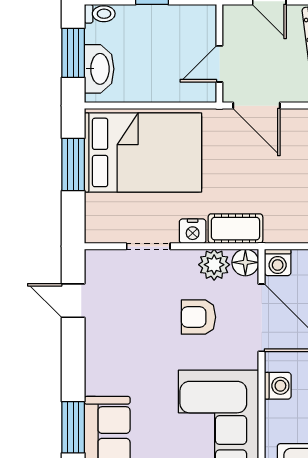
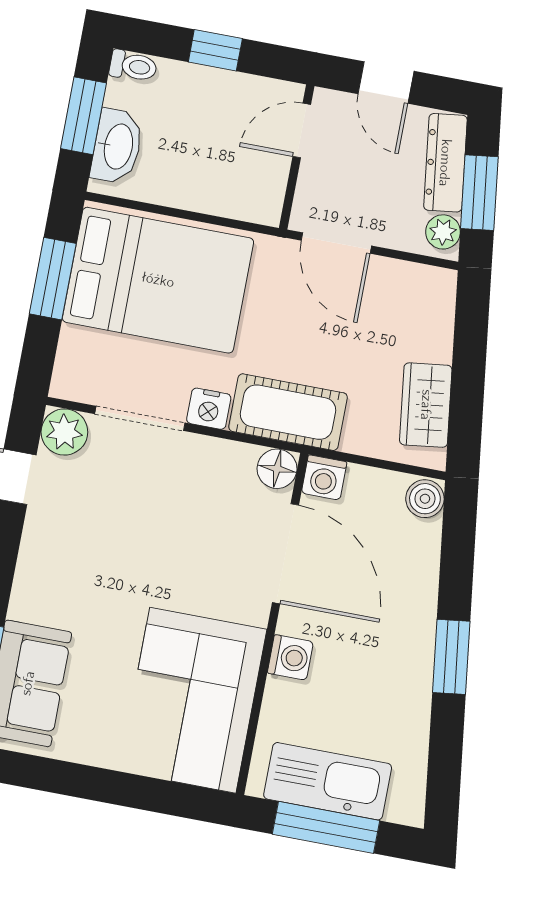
door: (219, 64) -> (302, 130), moved
cot: (235, 229) -> (288, 412), width x1.37, depth x1.34
doorway: (148, 246) -> (140, 418), width x1.38
plant: (214, 265) -> (64, 432), moved
armchair: (198, 317) -> (194, 535), removed

